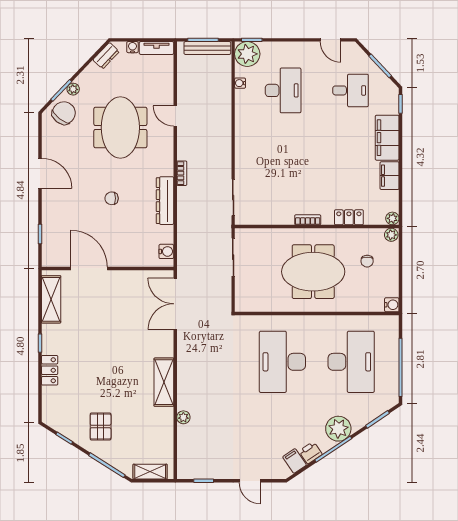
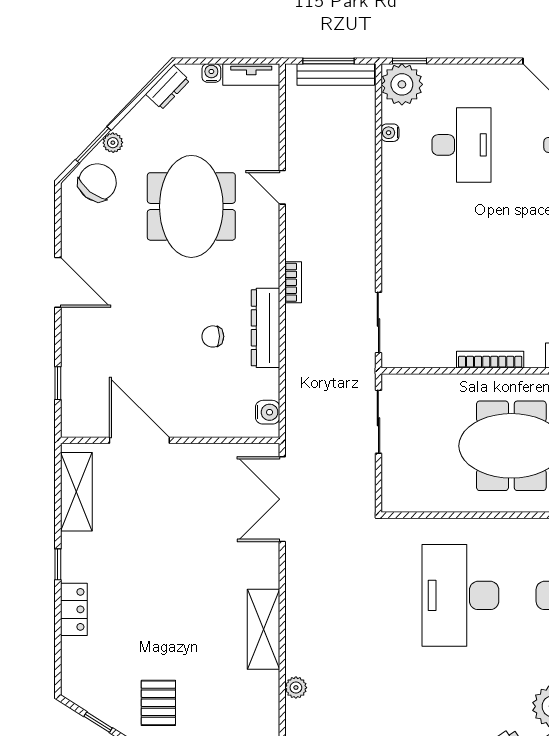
chair: (112, 198) -> (213, 336), moved
bookcase: (308, 220) -> (490, 360), width x1.56

